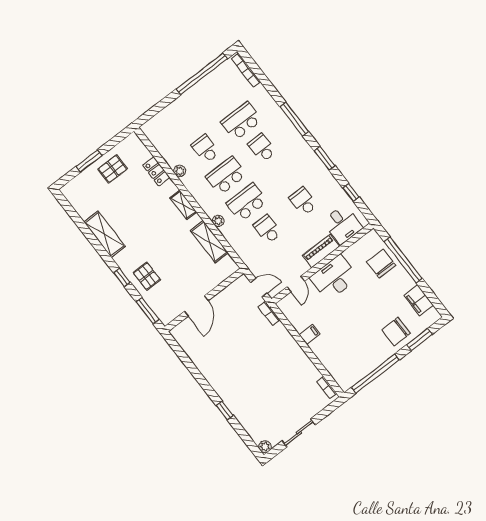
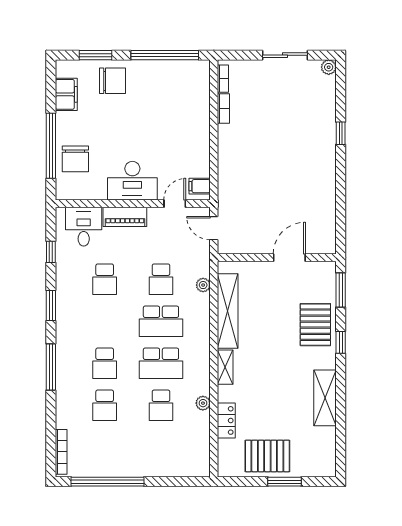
school desk: (241, 121) -> (105, 405), width x0.54
pallet: (113, 169) -> (267, 456), width x1.50, depth x1.42
plant: (218, 221) -> (203, 285), moved
shelving: (209, 242) -> (228, 311), width x1.47
pallet: (147, 276) -> (315, 325), width x1.50, depth x1.42
bookcase: (269, 313) -> (223, 109), moved
filing cabinet: (309, 334) -> (200, 186), moved

